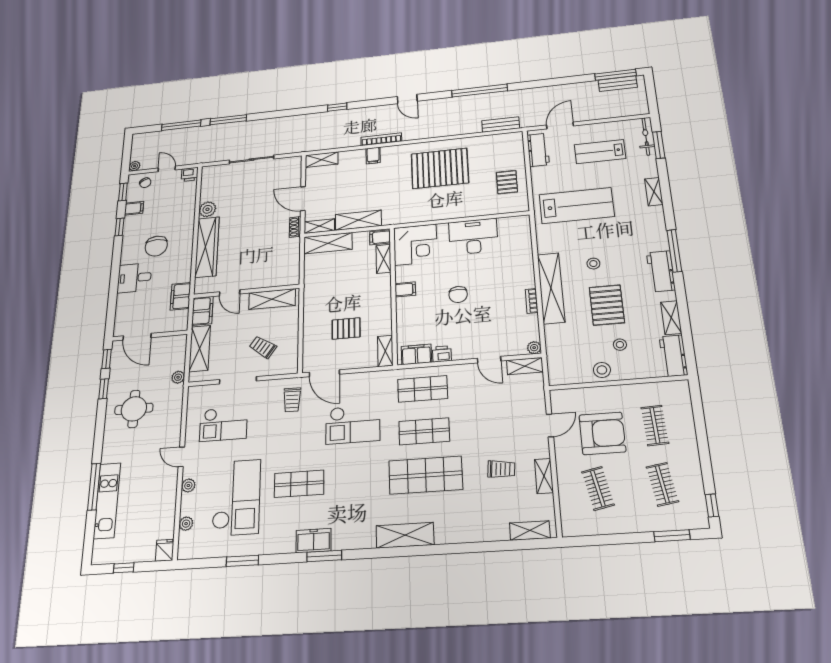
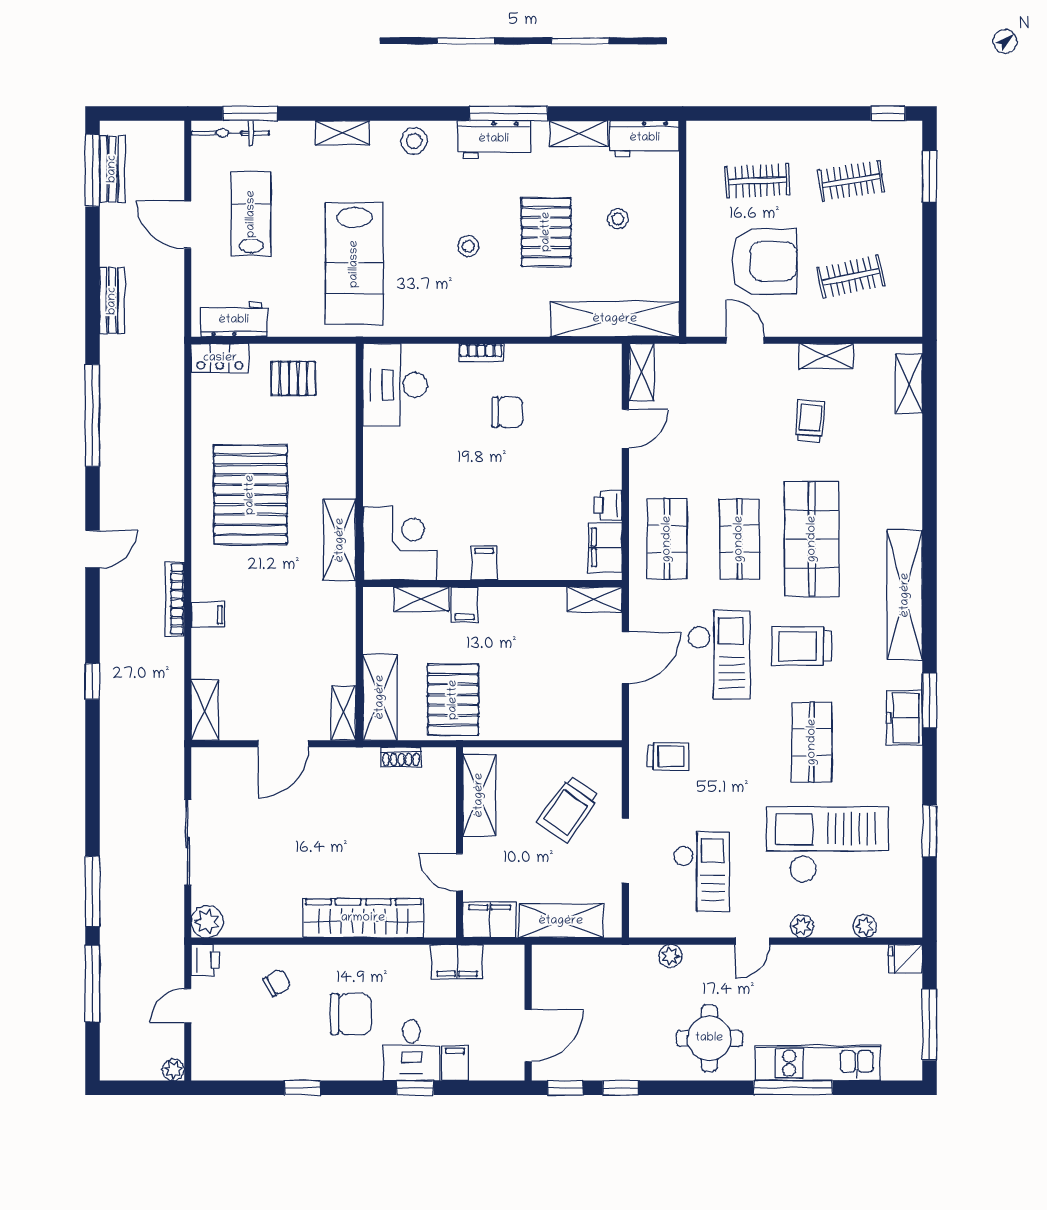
bench: (501, 124) -> (112, 301), moved
door: (560, 125) -> (188, 225), moved
locker: (516, 145) -> (220, 358), added
lab bench: (600, 152) -> (251, 214), turned 180
chair: (145, 183) -> (277, 983), moved
window: (123, 192) -> (415, 1088), moved
lab bench: (577, 206) -> (354, 264), turned 180
filing cabinet: (134, 208) -> (455, 1063), moved
plant: (207, 209) -> (207, 922), moved
shelving: (358, 220) -> (340, 540), moved
shoe rack: (295, 227) -> (401, 757), moved
filing cabinet: (380, 237) -> (465, 605), moved
desk: (473, 237) -> (395, 385), moved
window: (674, 251) -> (508, 113), moved
shelving: (551, 288) -> (615, 319), moved
door: (230, 293) -> (459, 872), swing flipped
chair: (458, 294) -> (507, 412), moved
bookcase: (532, 301) -> (481, 353), moved
pallet: (607, 305) -> (546, 232), turned 90
pallet: (346, 328) -> (453, 700), moved, width x1.50, depth x1.42
trolley: (263, 347) -> (568, 809), width x1.36, depth x1.39
plant: (534, 348) -> (611, 355), removed
stool: (602, 370) -> (414, 141), moved
door: (324, 373) -> (625, 658), moved
plant: (178, 377) -> (670, 956), moved
round table: (134, 409) -> (709, 1038), moved
armchair: (602, 433) -> (764, 261), turned 90
trolley: (358, 474) -> (802, 646), added
shelving: (405, 535) -> (905, 595), width x1.47
window: (124, 568) -> (929, 1025), width x2.17

